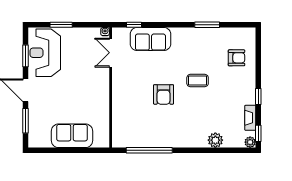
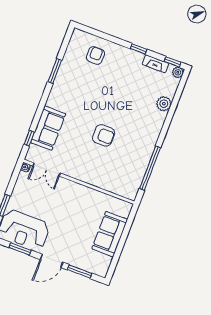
coffee table: (198, 81) -> (103, 99), removed

